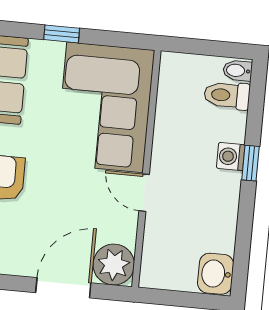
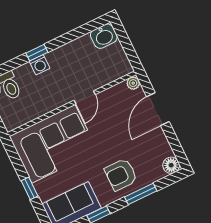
plant: (114, 265) -> (133, 83), width x0.53, depth x0.53
door: (63, 288) -> (158, 109), hinge flipped

